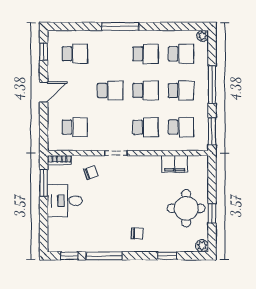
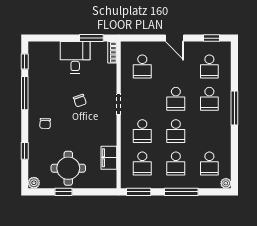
school desk: (146, 54) -> (209, 99), moved
chair: (91, 173) -> (80, 101), moved

